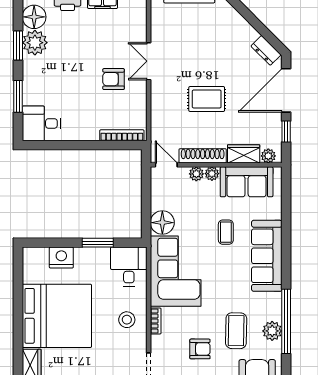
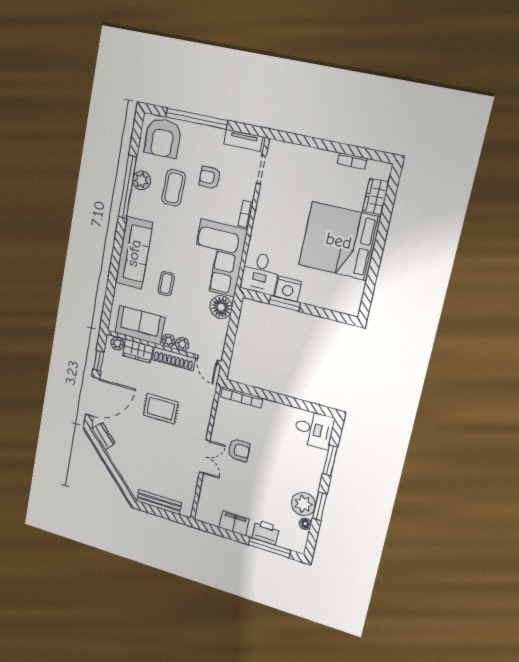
floor lamp: (34, 17) -> (305, 524), width x0.53, depth x0.53
nightstand: (61, 258) -> (288, 289), moved
stool: (127, 320) -> (273, 222), removed

